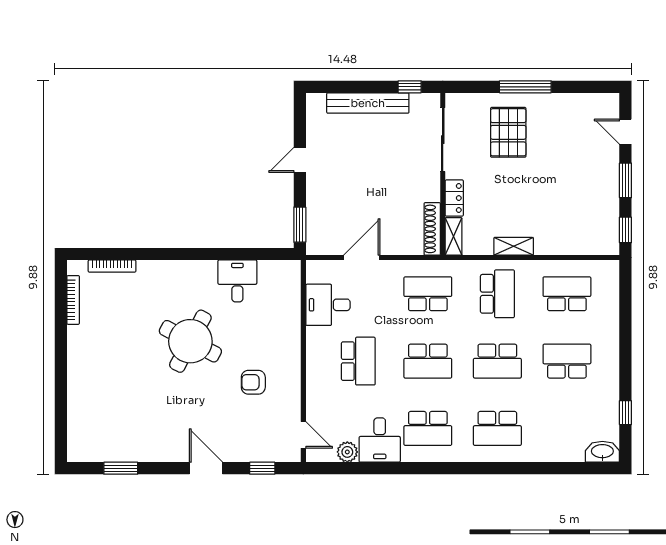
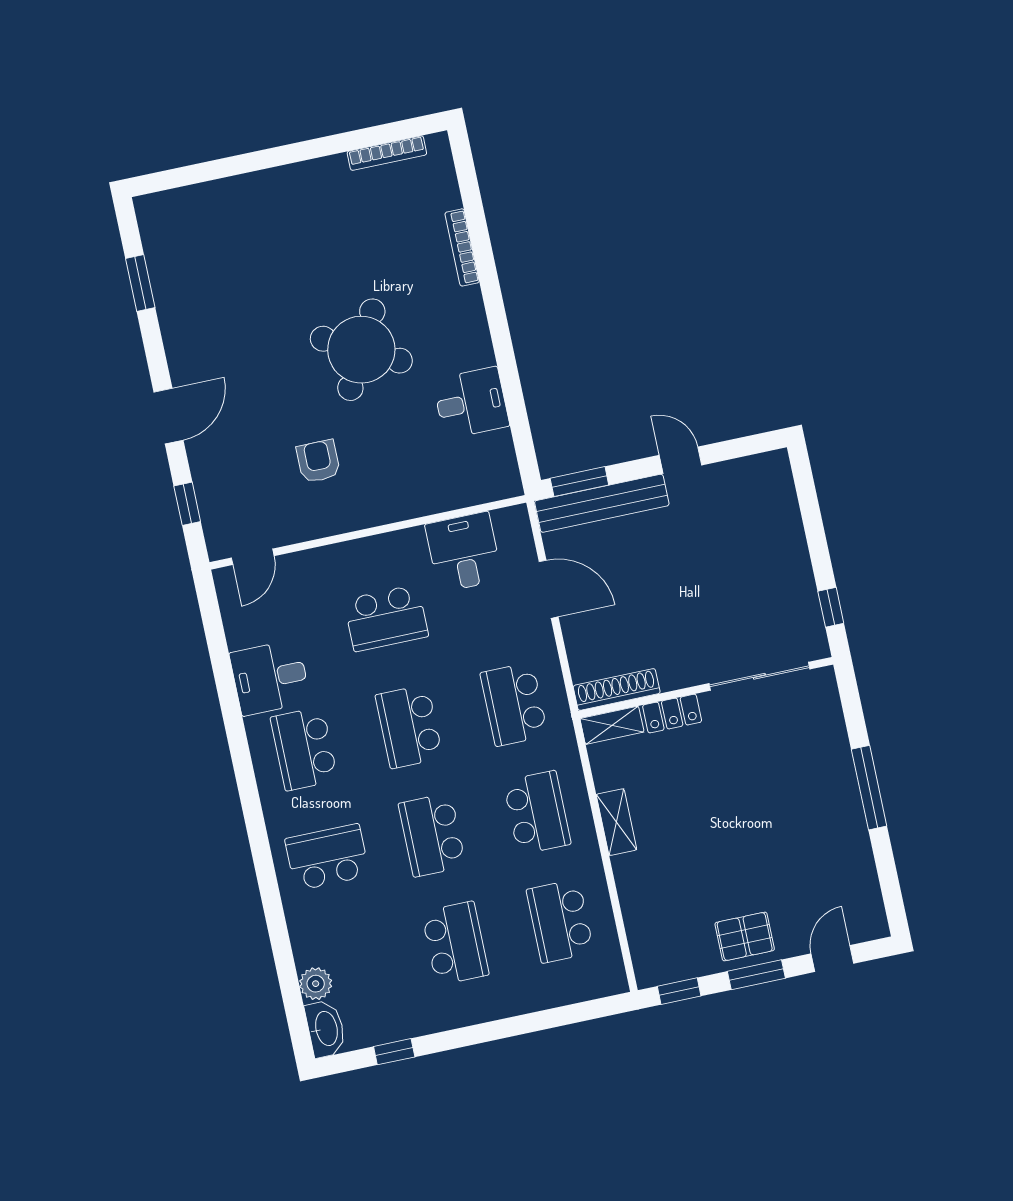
bench: (368, 103) -> (602, 503), moved, turned 90
pallet: (508, 132) -> (745, 936), moved, width x0.67, depth x0.71
bookcase: (112, 266) -> (462, 247), moved
school desk: (428, 294) -> (514, 704), turned 180
school desk: (497, 294) -> (537, 813), turned -90
school desk: (567, 294) -> (560, 921), turned 180
school desk: (497, 428) -> (327, 857), turned 90
plant: (347, 452) -> (316, 984), moved

